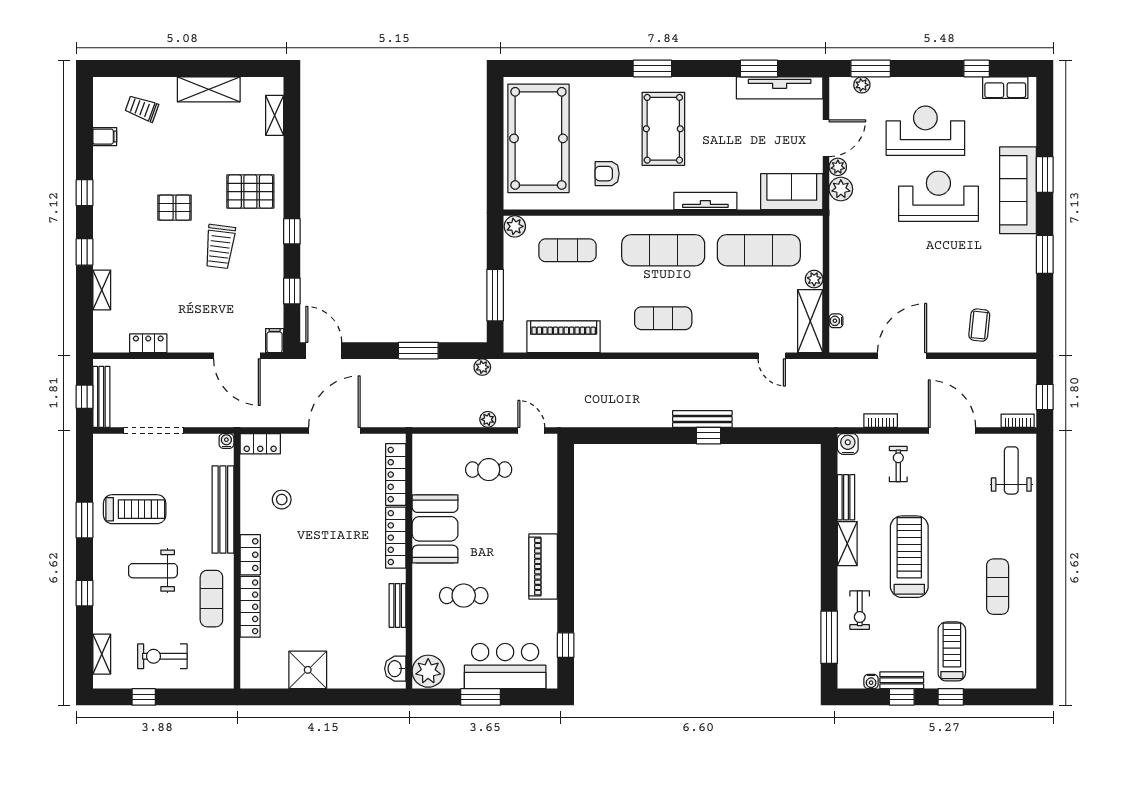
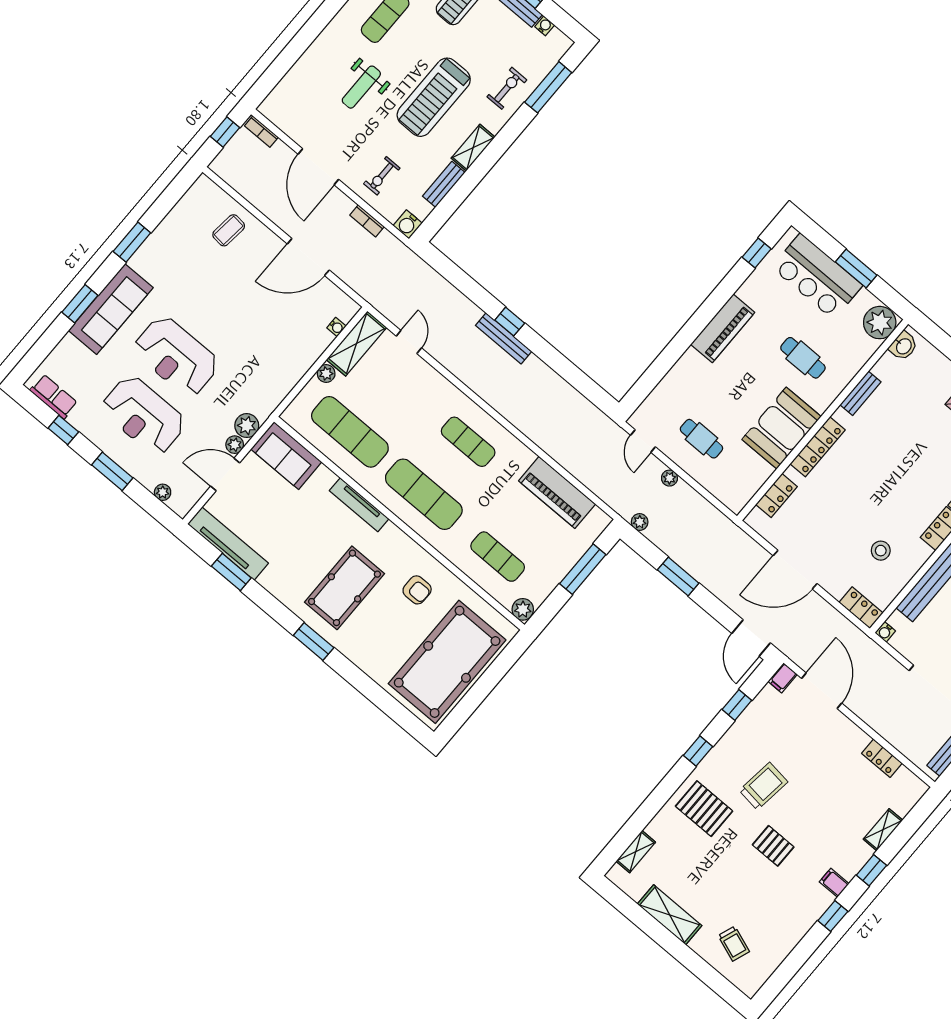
window: (871, 68) -> (112, 471), moved
filing cabinet: (105, 137) -> (834, 883), moved
weight bench: (1011, 470) -> (361, 87), moved
locker: (396, 475) -> (776, 495), width x0.66

